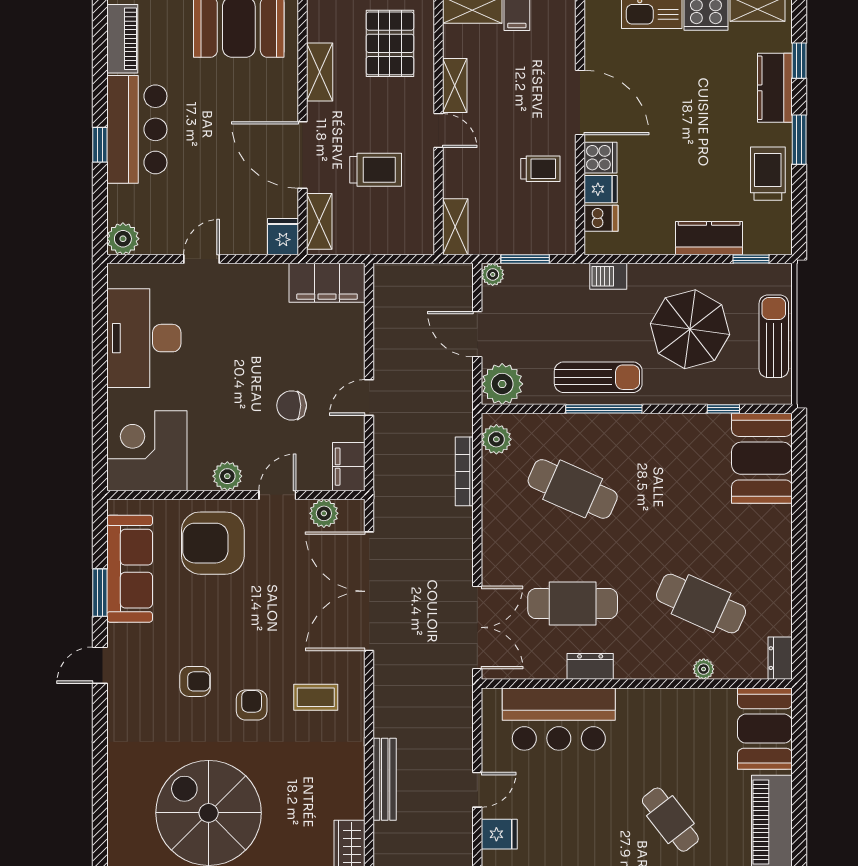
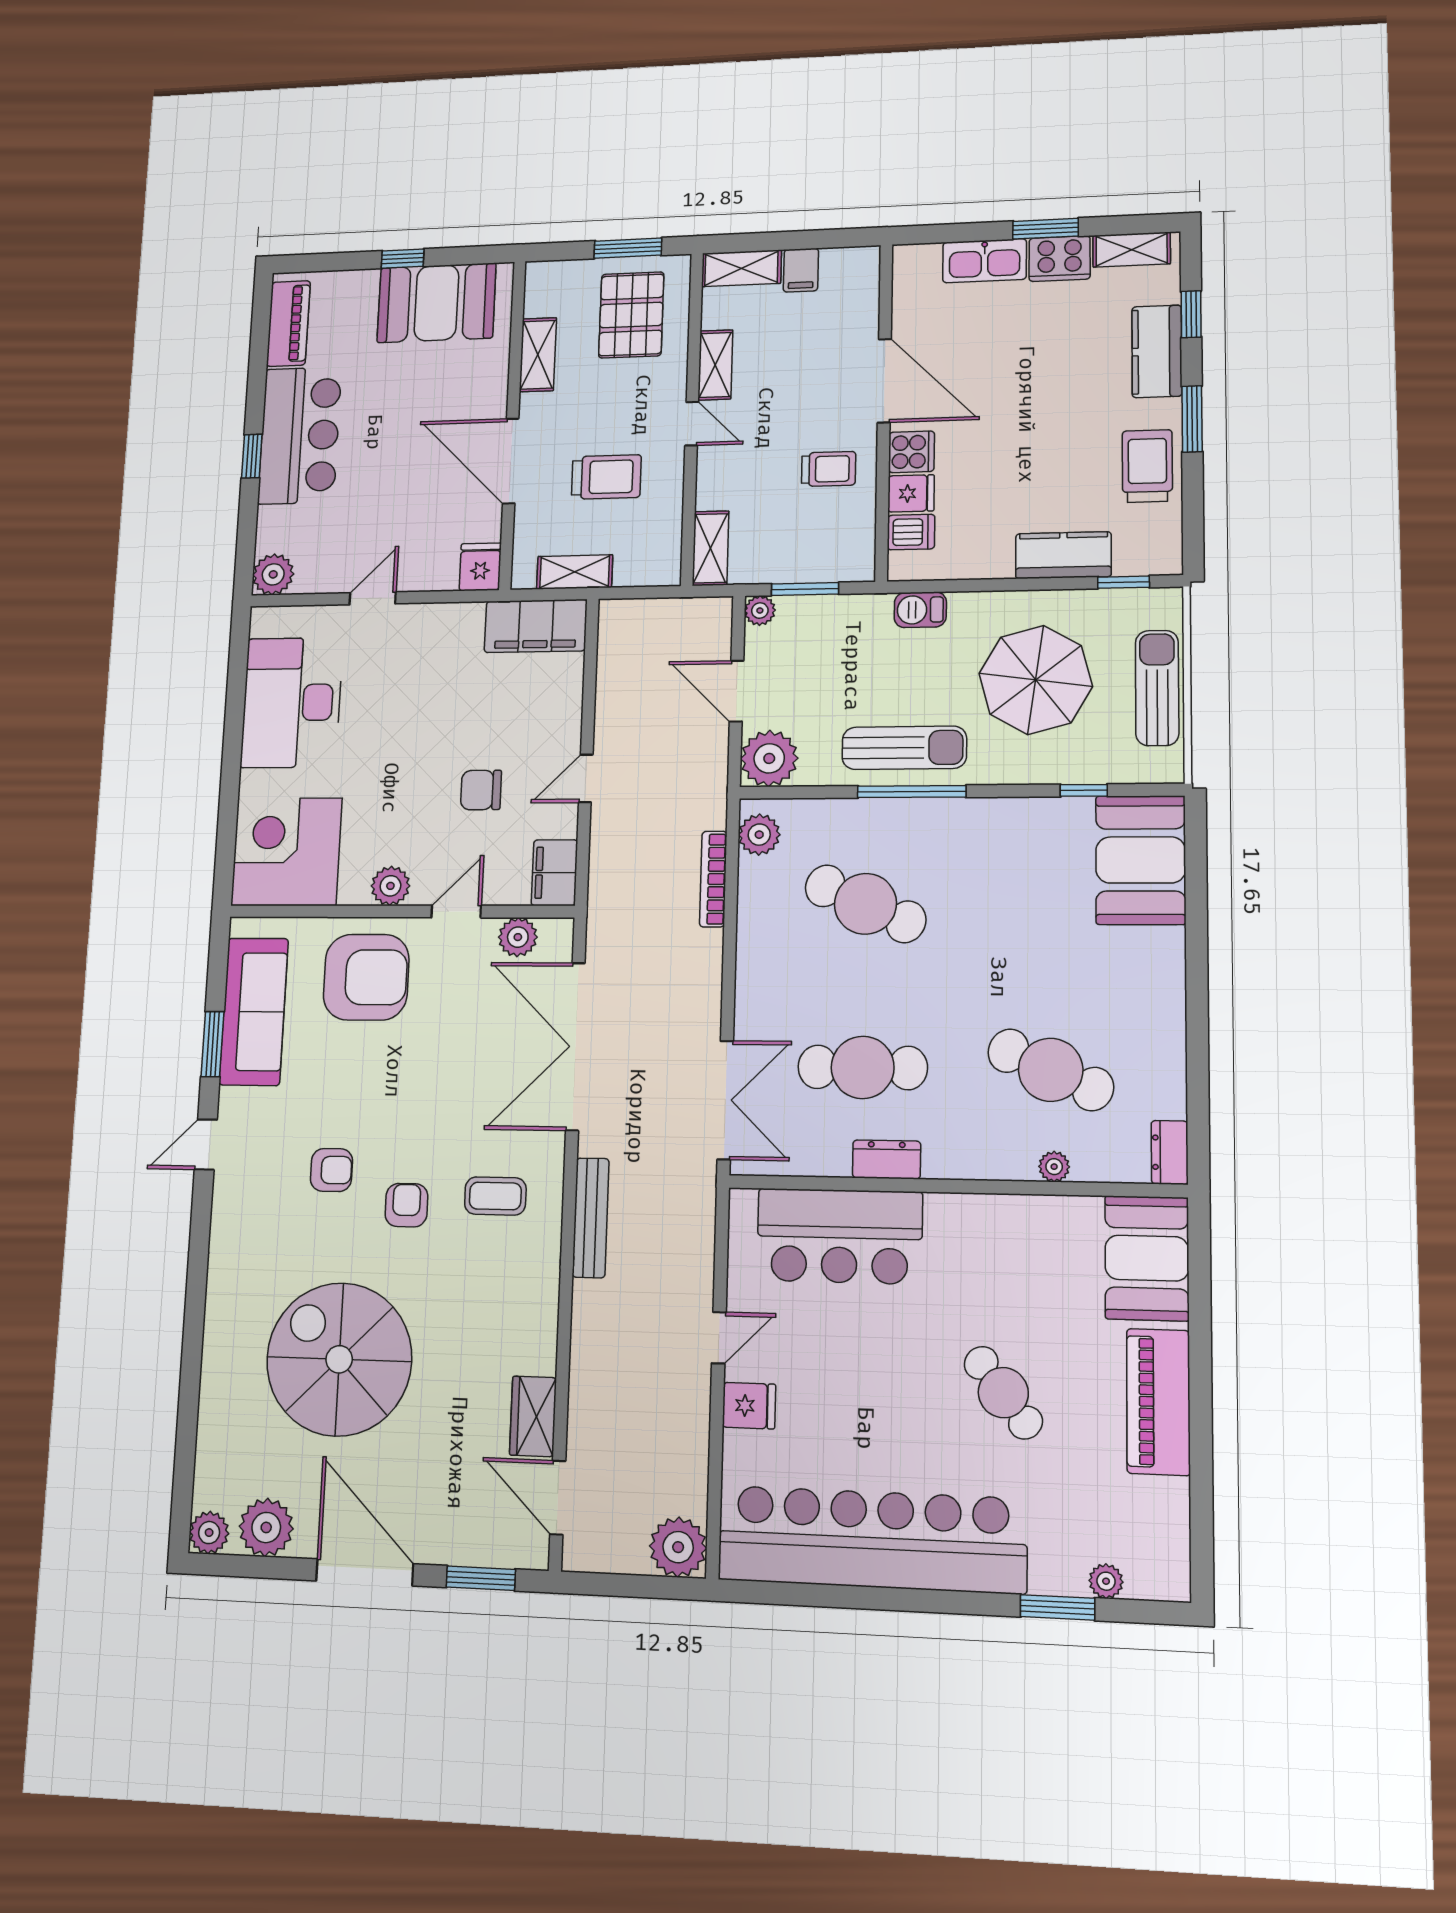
shelving: (319, 221) -> (575, 572), moved, turned 90
armchair: (213, 543) -> (366, 977), turned 180
bench: (385, 779) -> (591, 1218), moved

